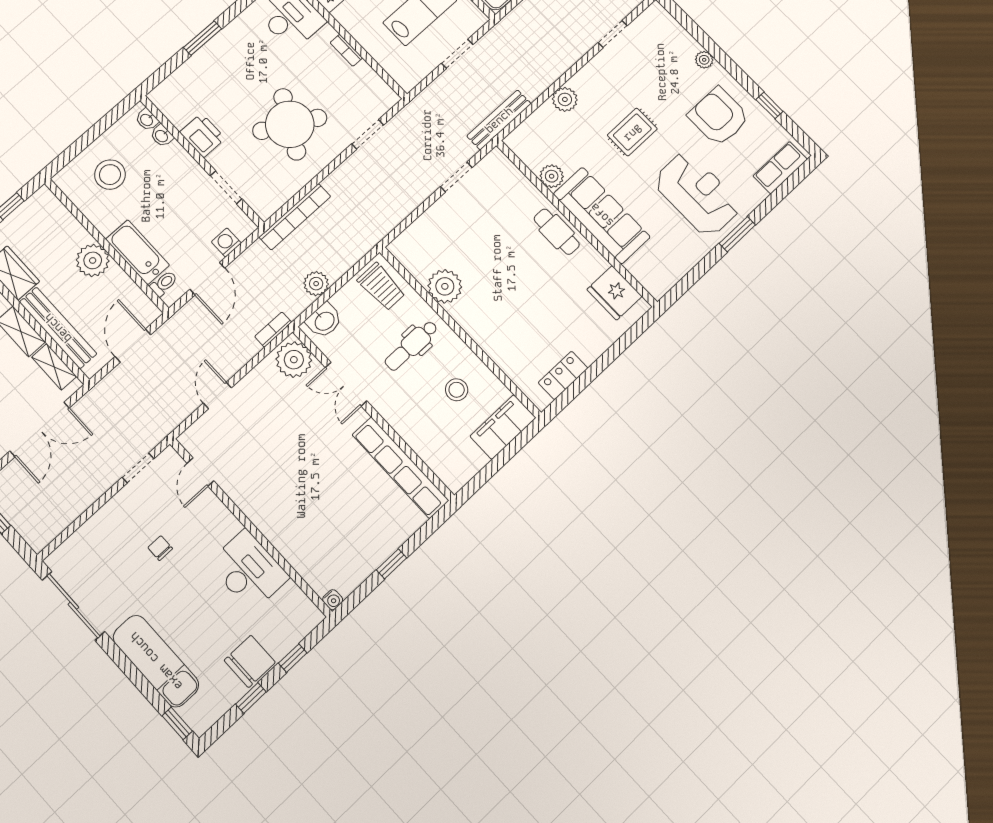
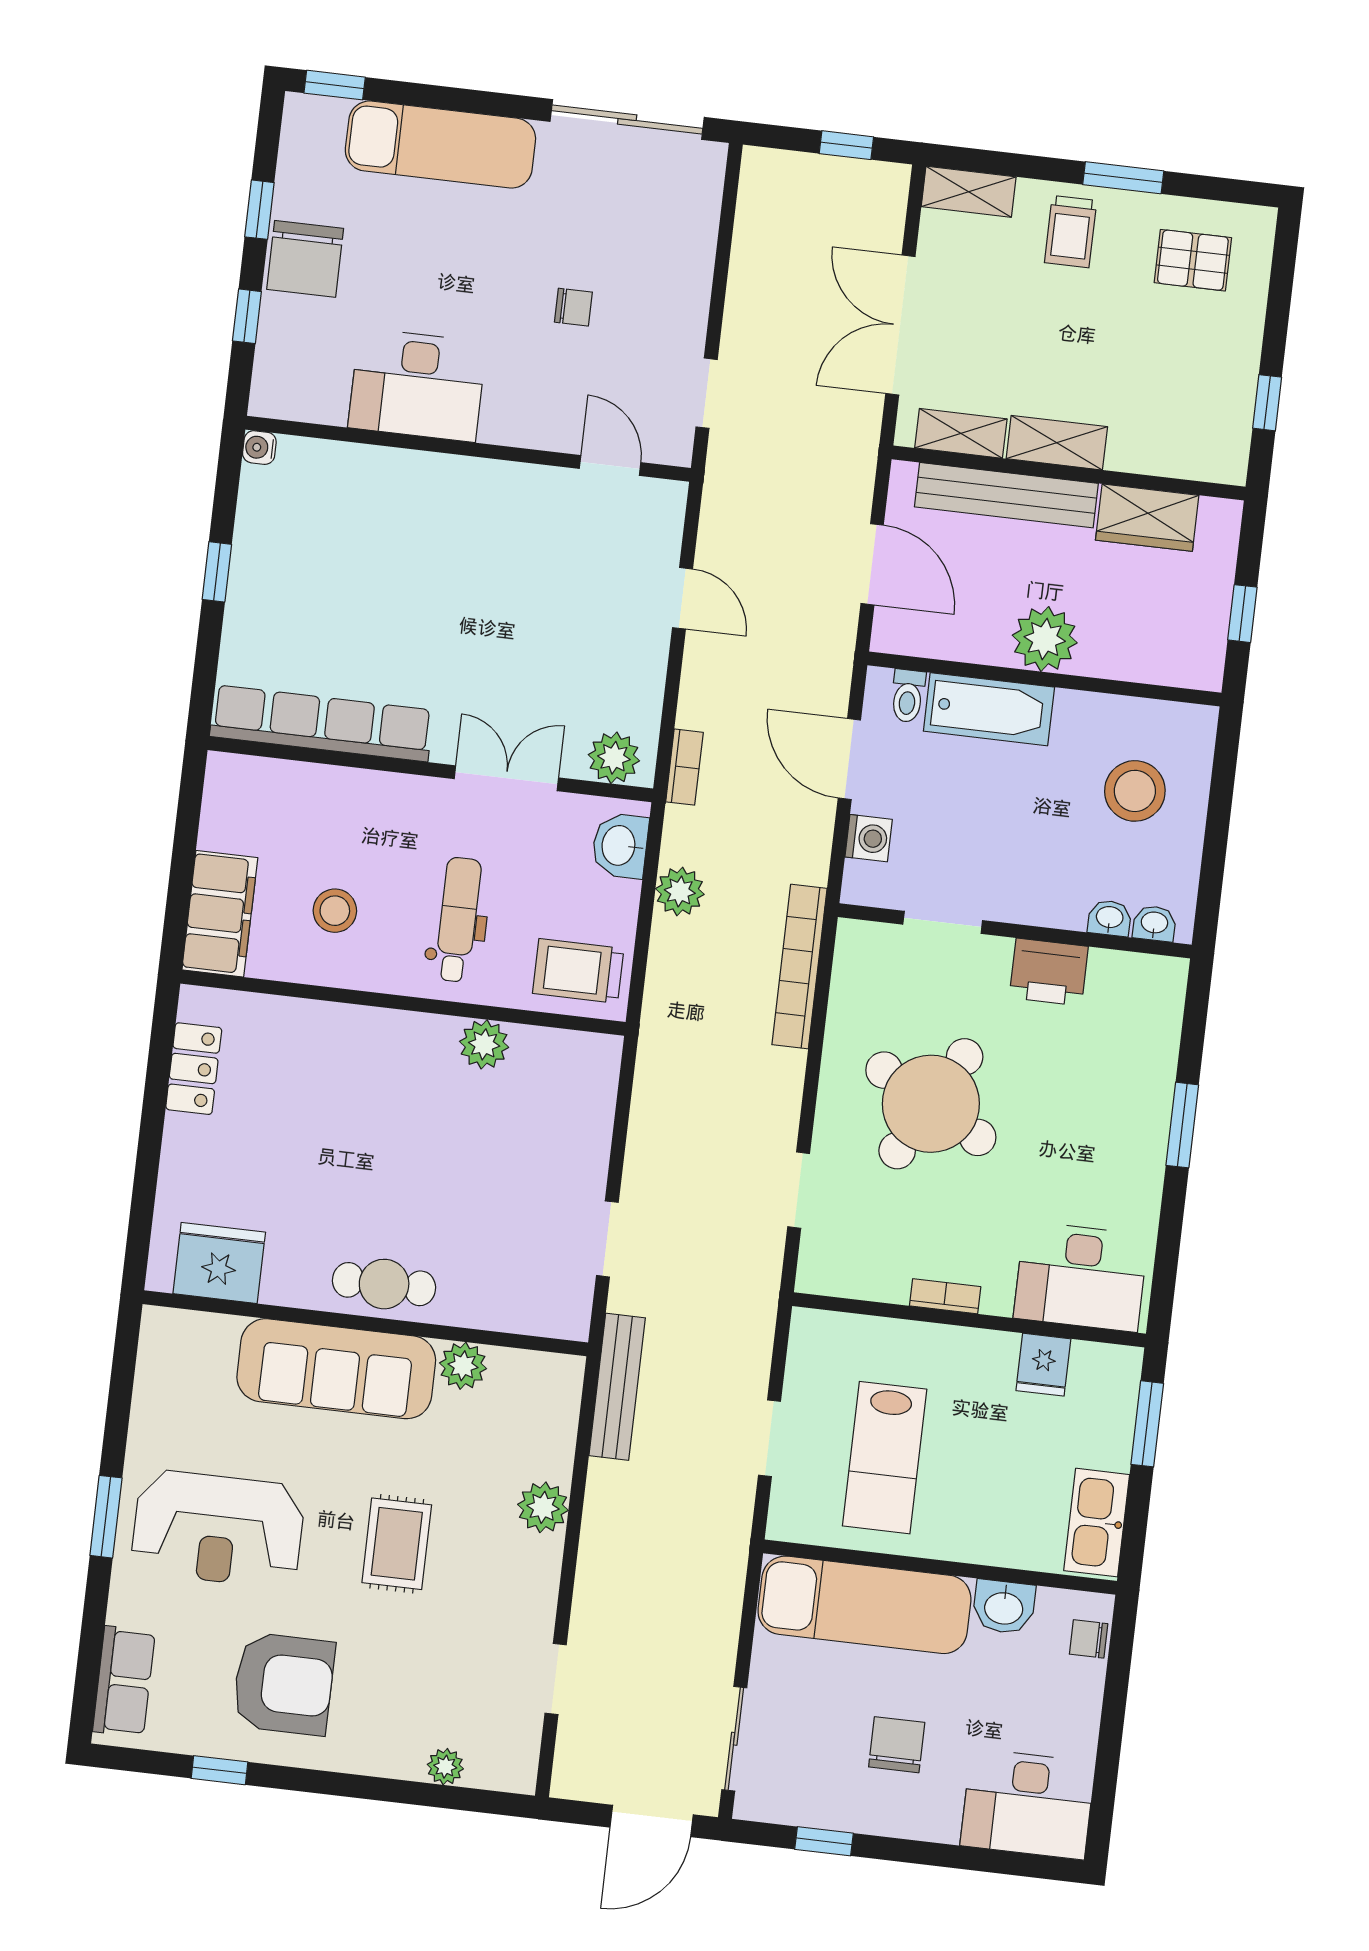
plant: (704, 60) -> (445, 1767), moved
plant: (445, 286) -> (484, 1044), width x0.73, depth x0.73
plant: (294, 360) -> (614, 758), width x0.73, depth x0.73

